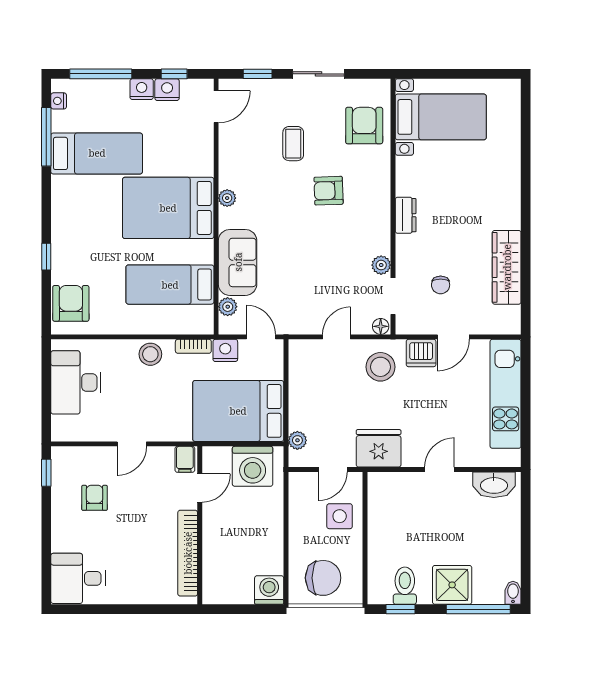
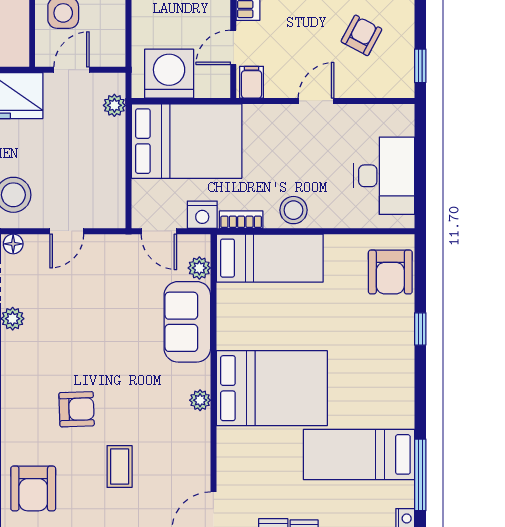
bed: (170, 285) -> (270, 258), moved
armchair: (95, 498) -> (361, 35), turned -152

